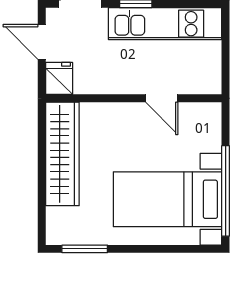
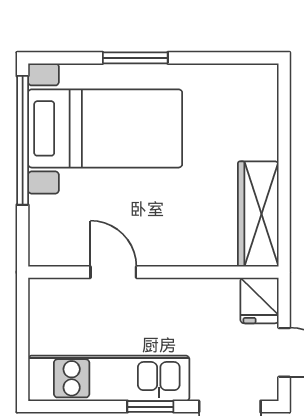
wardrobe: (62, 154) -> (258, 214), width x0.71, depth x0.85
window: (85, 249) -> (135, 58), moved

